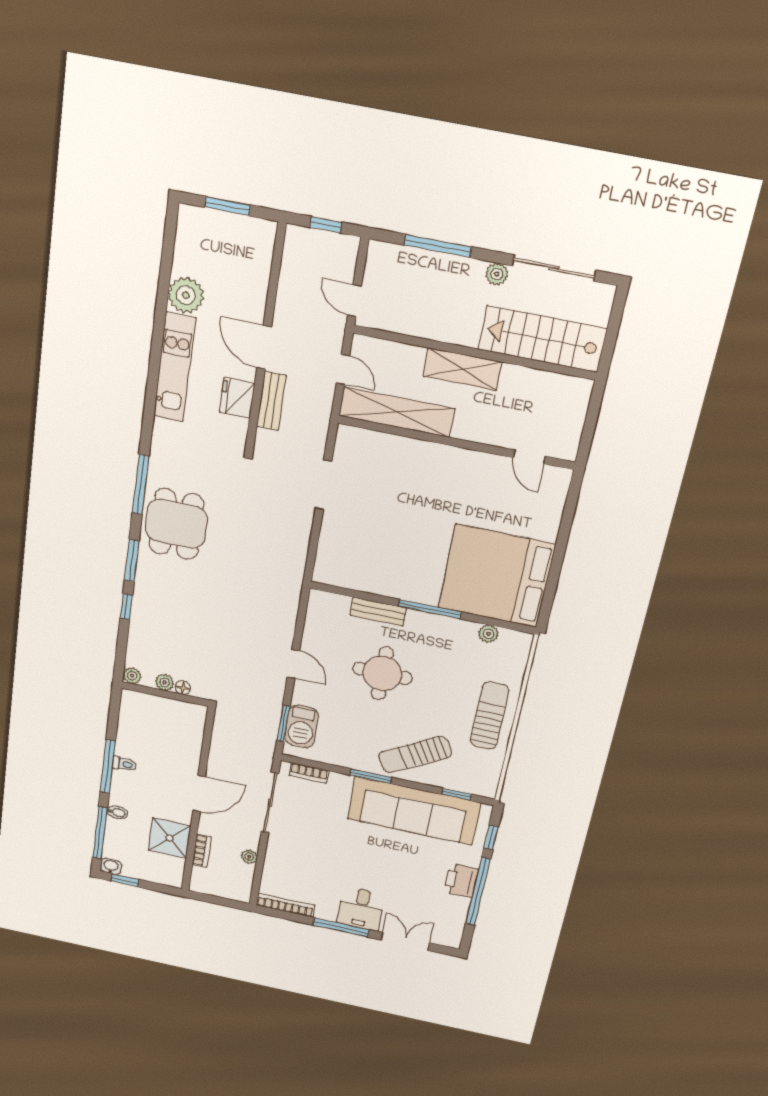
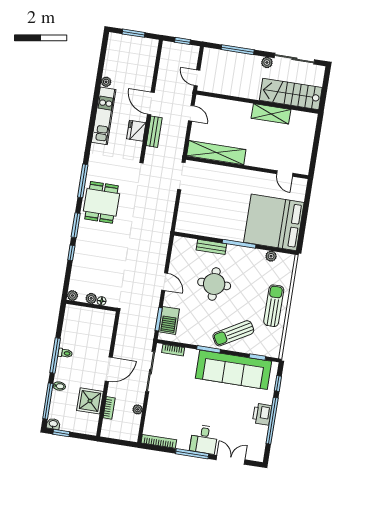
plant: (186, 295) -> (106, 82), width x0.53, depth x0.53
shelving: (462, 369) -> (271, 114), moved
shelving: (397, 412) -> (216, 153), moved
wall: (456, 443) -> (247, 167), moved
door: (529, 457) -> (285, 173), moved

